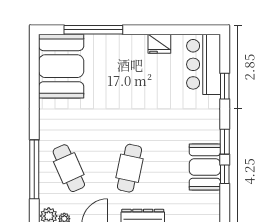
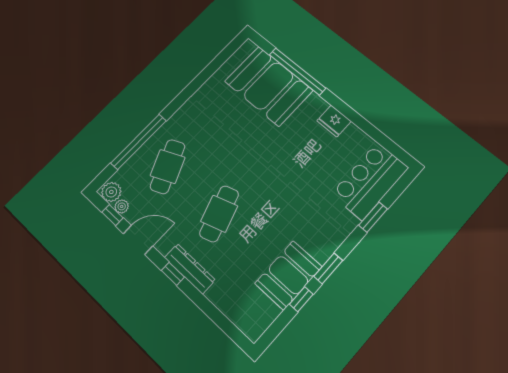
fridge: (159, 44) -> (334, 121), moved
booth: (61, 66) -> (269, 86), moved, turned 90
cafe table: (129, 168) -> (219, 214), turned -30

